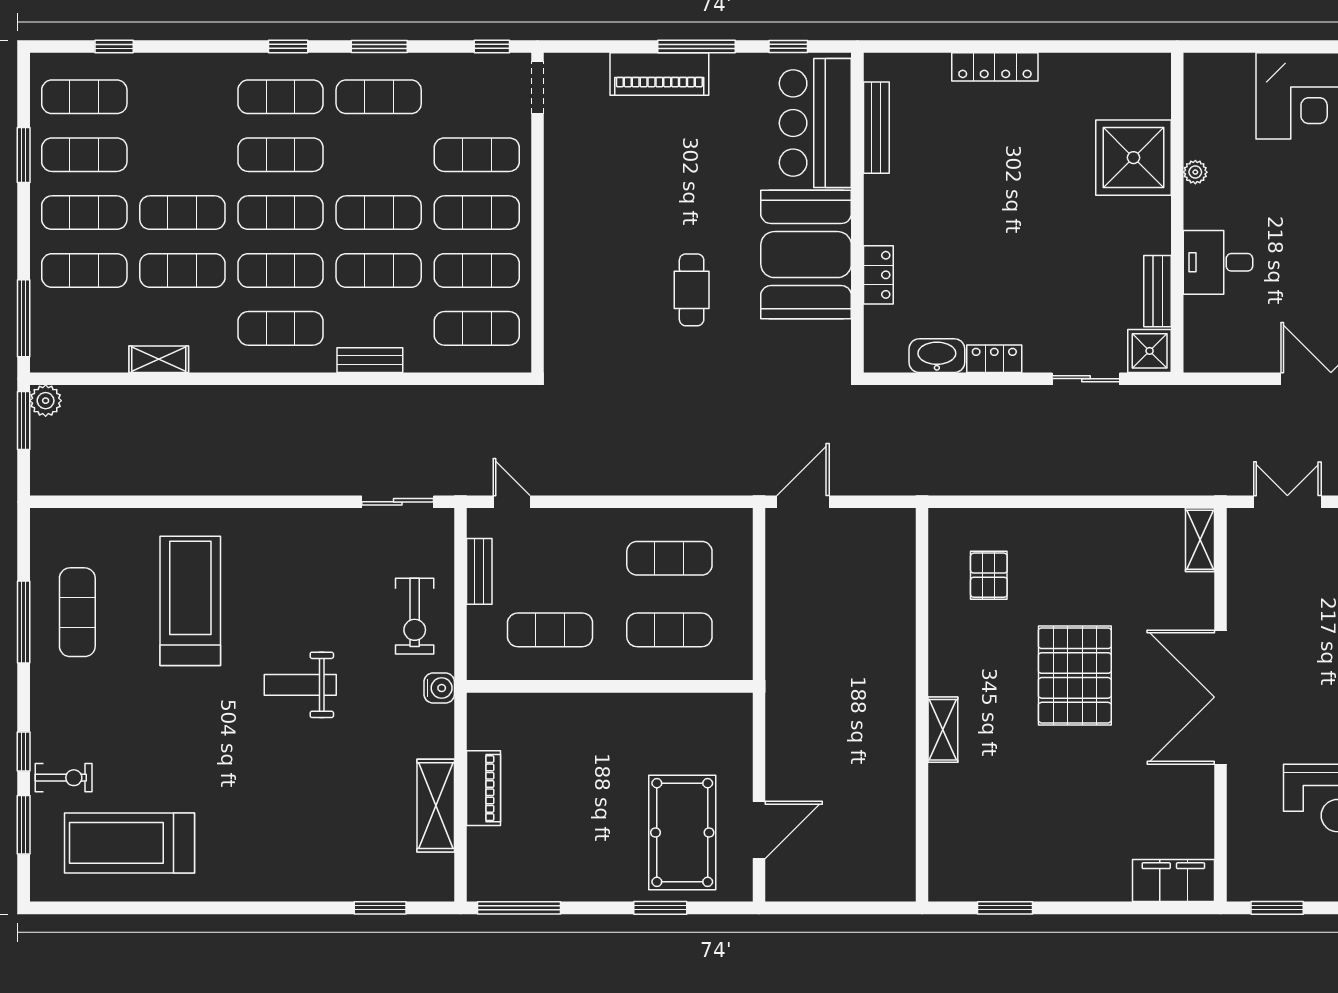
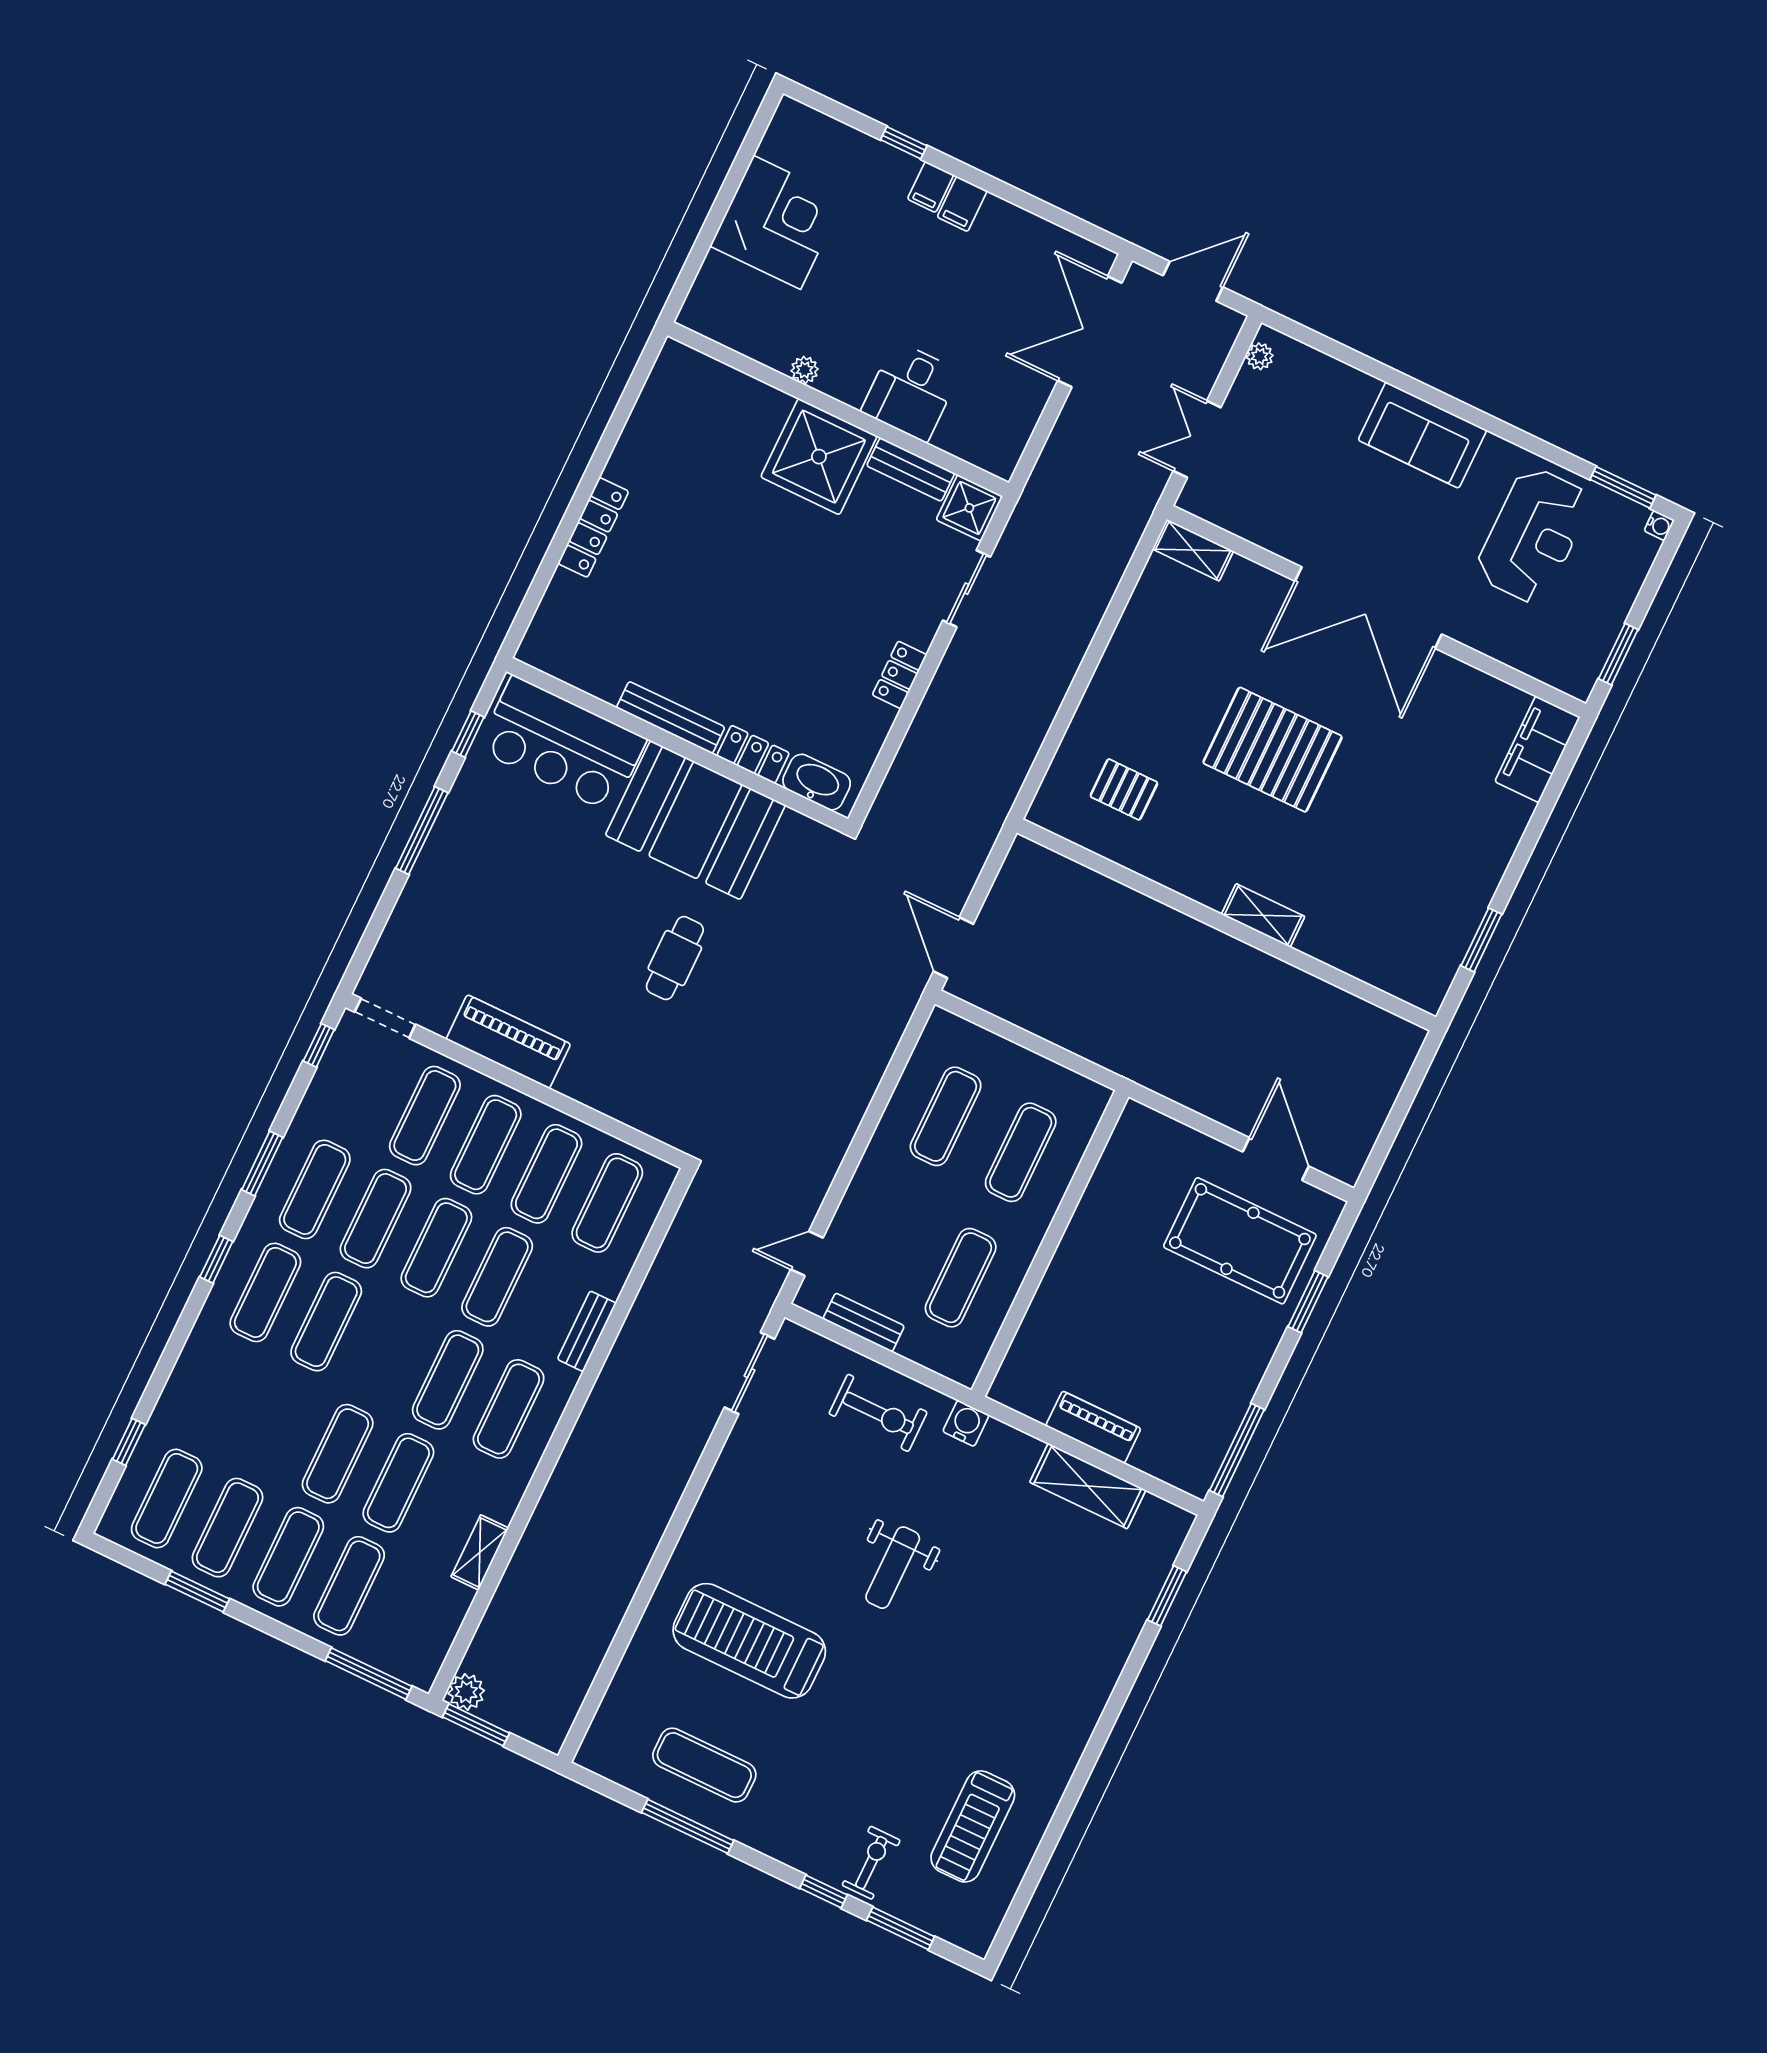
piano: (659, 74) -> (508, 1042), moved, turned -90
bench: (876, 128) -> (671, 717), moved
shower: (1134, 158) -> (819, 457), moved
exercise mat: (281, 213) -> (376, 1219), moved
cafe table: (692, 290) -> (675, 958), turned 90
washbasin: (937, 356) -> (817, 782), moved, turned 90
treadmill: (129, 843) -> (973, 1826), width x0.73, depth x0.73

